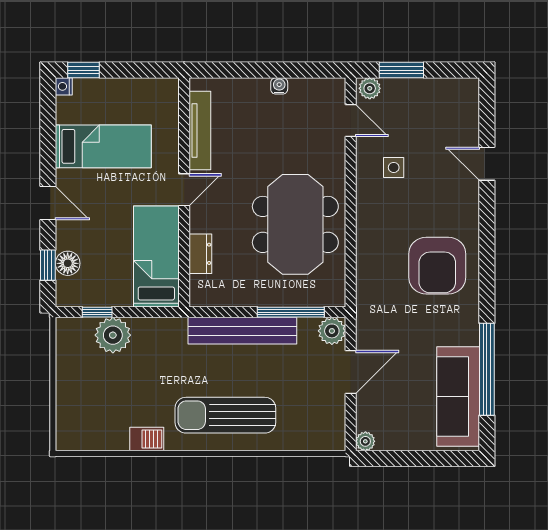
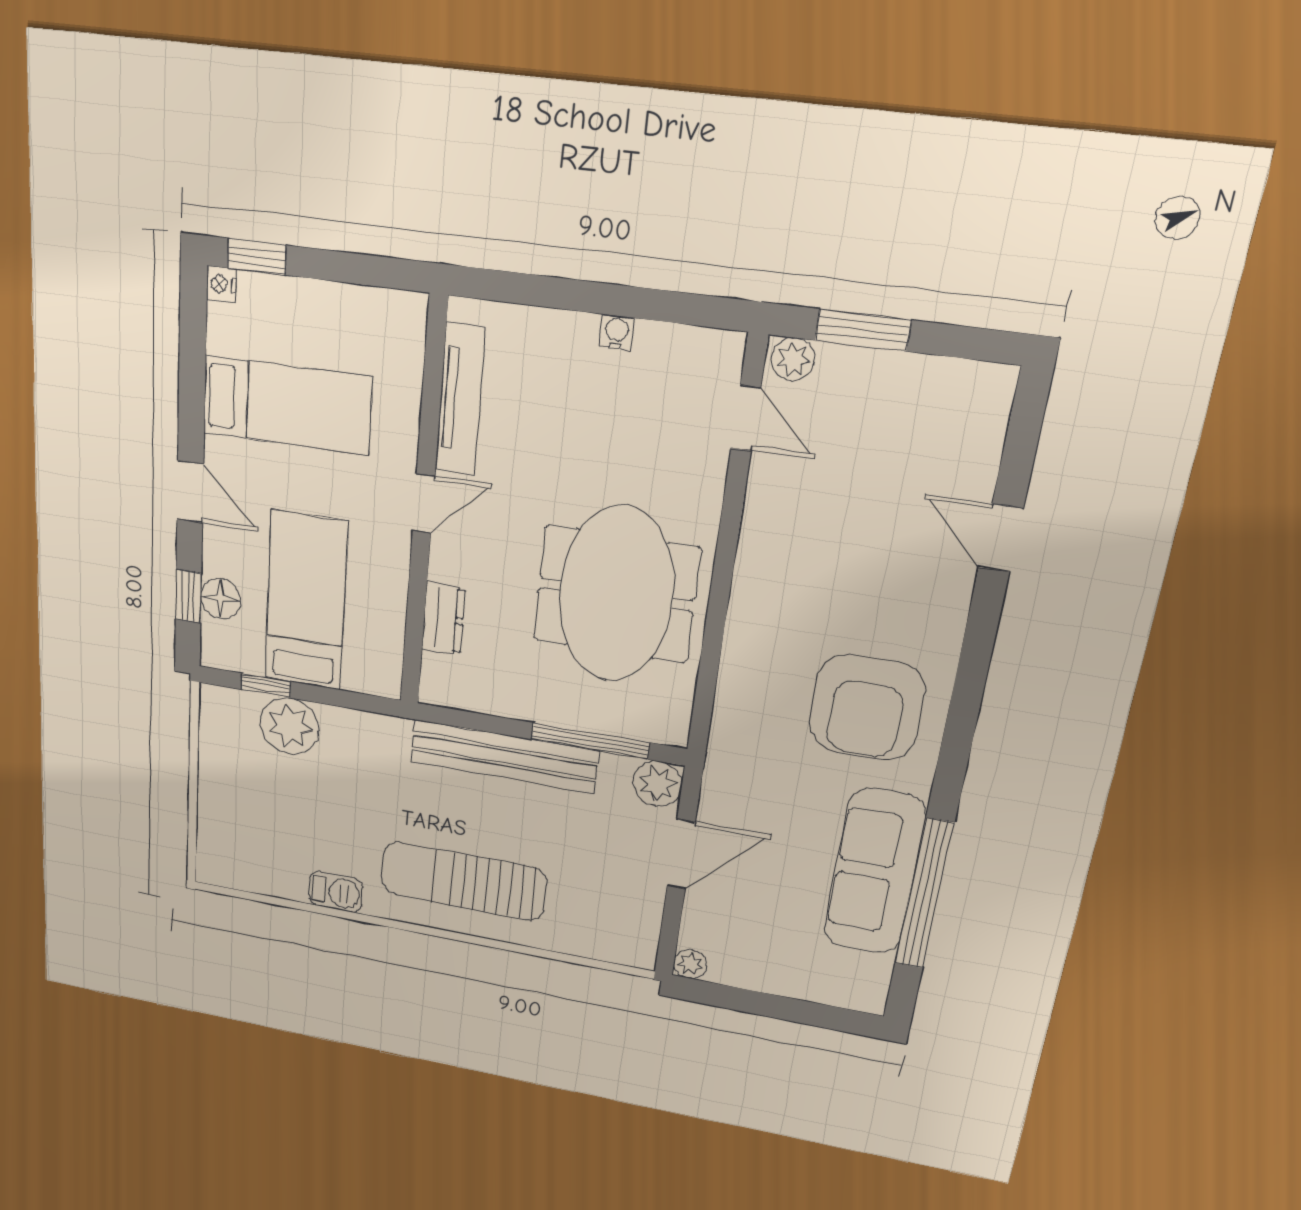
side table: (394, 167) -> (815, 519), removed
bed: (156, 257) -> (306, 601), moved
sofa: (458, 396) -> (875, 871), moved

